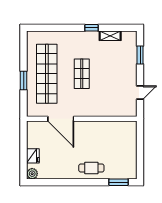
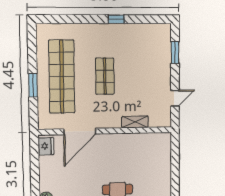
shelving: (110, 36) -> (135, 122), moved
door: (61, 119) -> (80, 131), hinge flipped
fridge: (33, 156) -> (46, 146), moved

